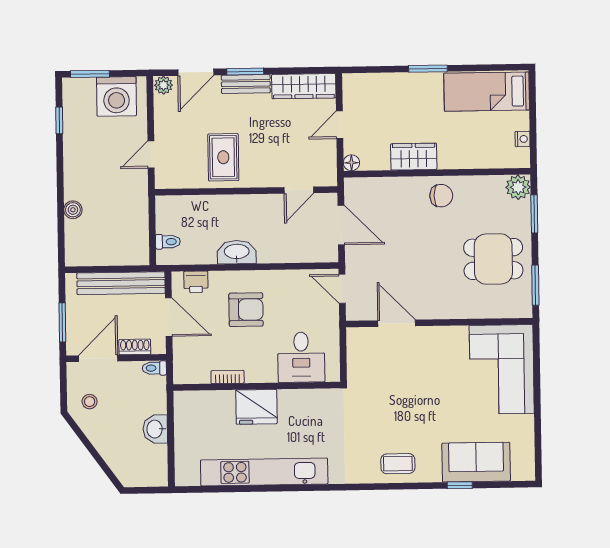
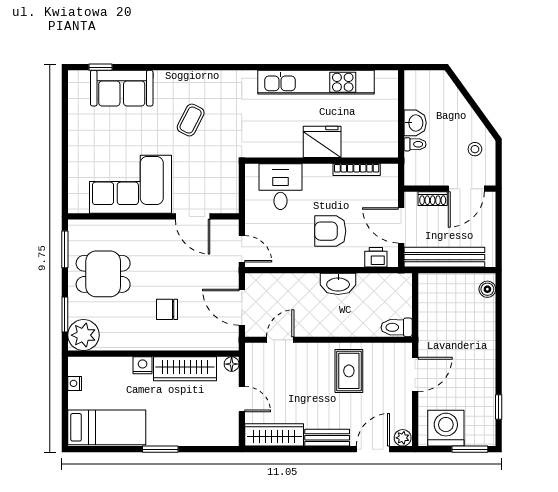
window: (245, 71) -> (328, 449), removed
door: (340, 125) -> (242, 399), hinge flipped
door: (151, 154) -> (415, 375), width x1.38
wardrobe: (414, 157) -> (185, 369), width x1.50
nightstand: (449, 160) -> (143, 365), added
plant: (518, 187) -> (83, 335), width x1.36, depth x1.36
chair: (441, 196) -> (167, 309), moved
boiler: (73, 210) -> (487, 289), moved
toilet: (168, 242) -> (397, 327), moved, width x1.37, depth x1.39
window: (62, 322) -> (499, 222), removed
toilet: (154, 368) -> (415, 144), moved
corner sofa: (502, 369) -> (130, 184), moved, turned -90
bookcase: (228, 377) -> (357, 170), width x1.56
coffee table: (398, 464) -> (191, 120), moved, turned -63
window: (460, 485) -> (101, 67), moved

